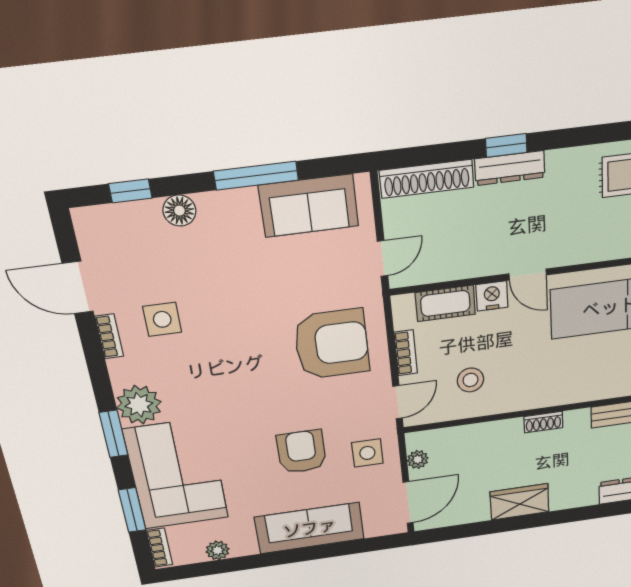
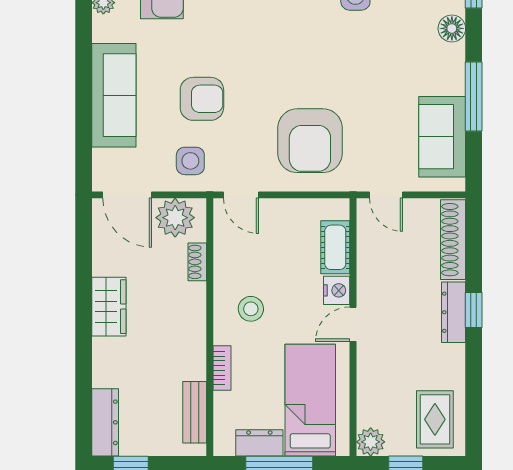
bookcase: (406, 353) -> (222, 368), moved, turned -90
stool: (470, 380) -> (251, 309), moved
shoe rack: (543, 422) -> (197, 262), moved
plant: (418, 459) -> (175, 218), width x1.87, depth x1.87

